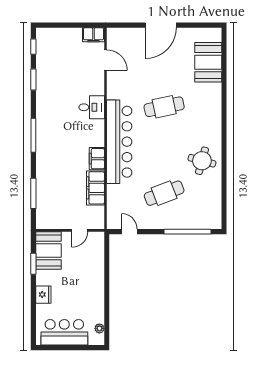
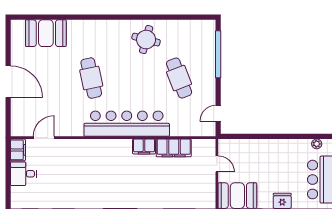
desk: (92, 107) -> (23, 174), moved, turned -90

